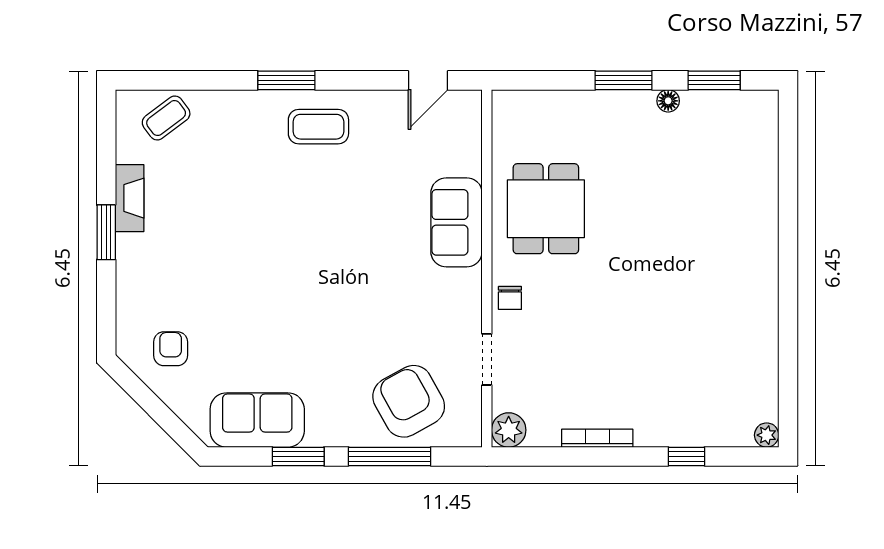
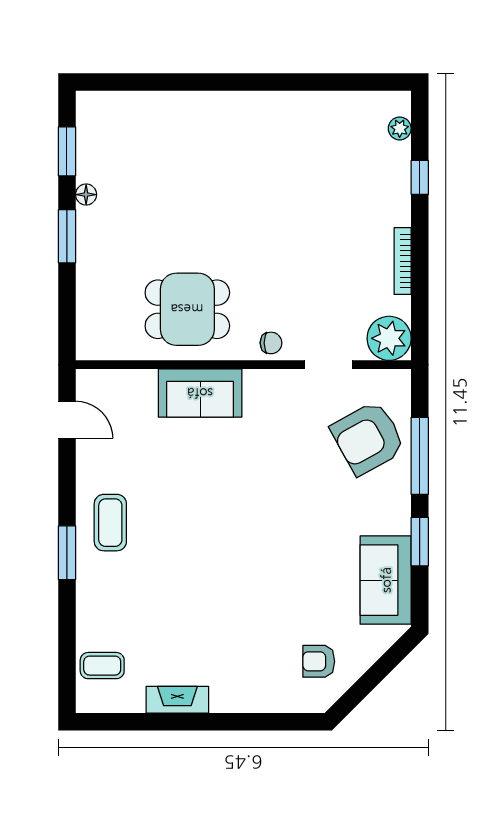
coffee table: (166, 118) -> (102, 666), turned -53
window: (106, 232) -> (209, 722), removed
plant: (509, 430) -> (389, 338), width x1.36, depth x1.36
plant: (767, 435) -> (400, 128), moved

